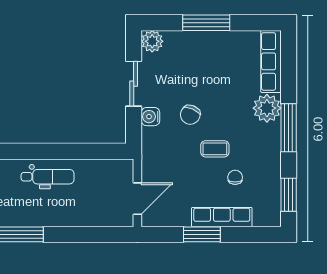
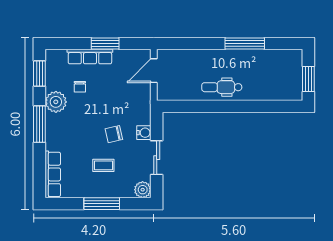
plant: (267, 108) -> (56, 102), moved
chair: (190, 115) -> (114, 134), turned -126
coffee table: (215, 149) -> (103, 165), moved

